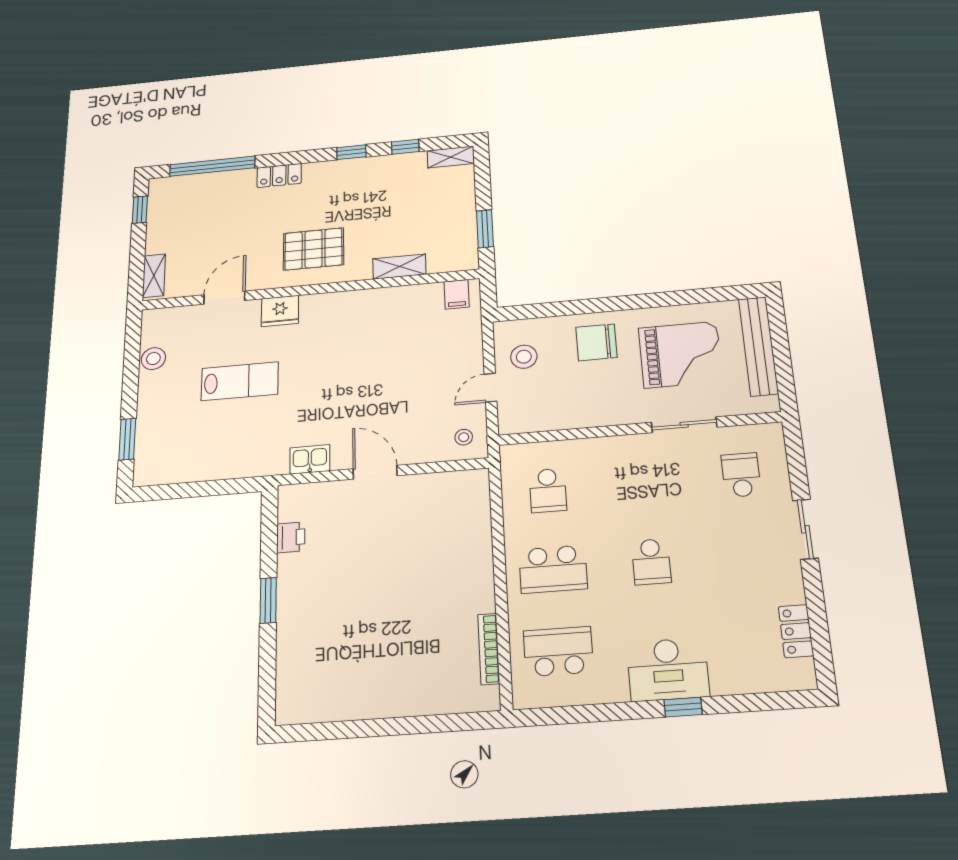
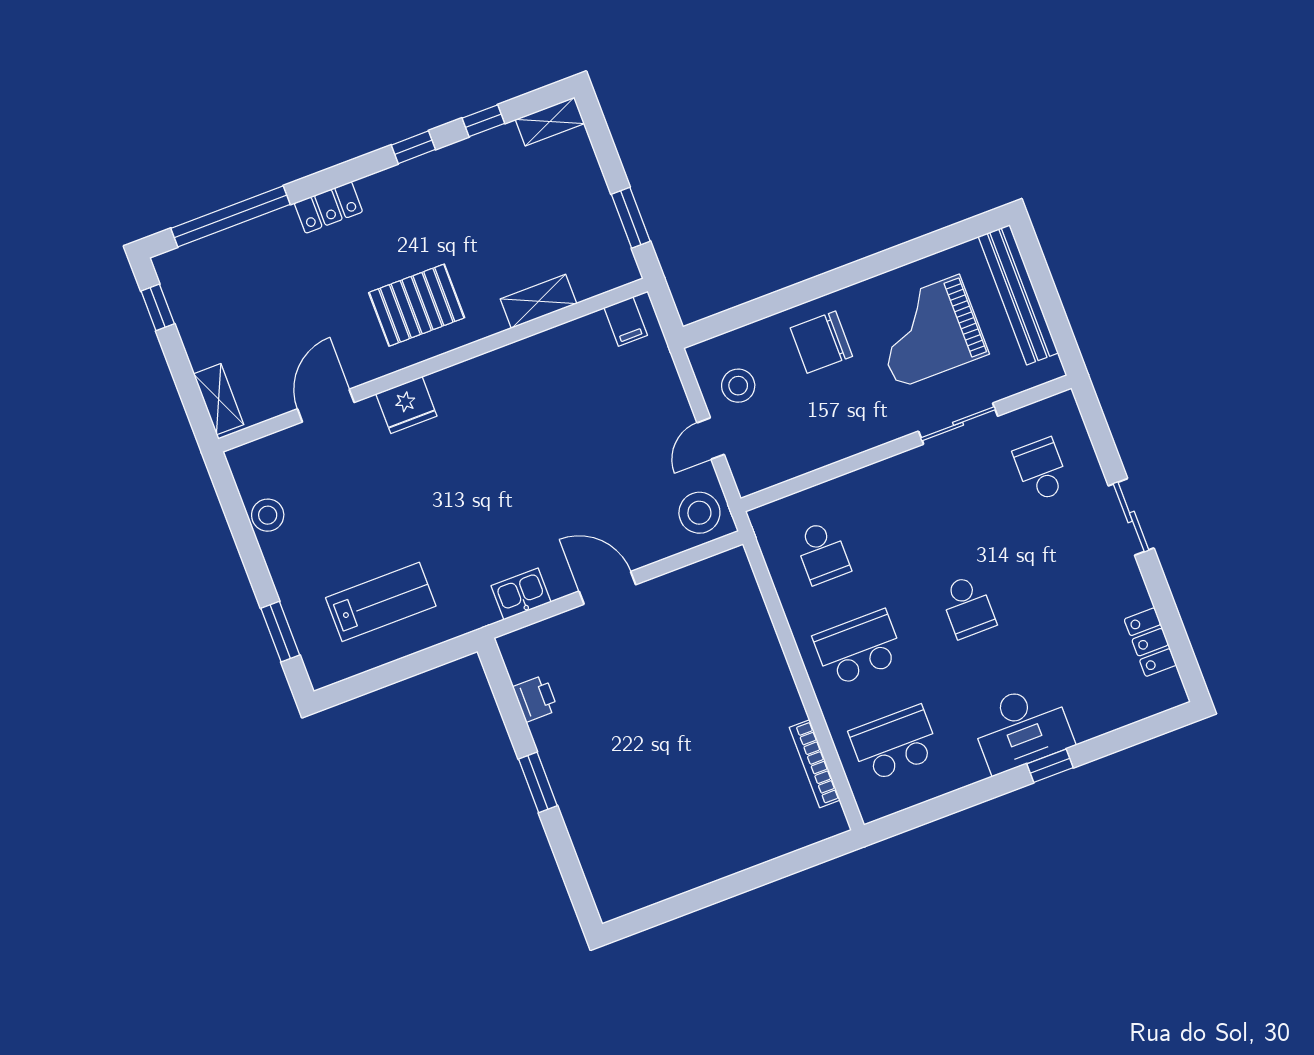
grand piano: (681, 355) -> (928, 331), turned 180
lab bench: (240, 381) -> (381, 602), moved
stool: (464, 437) -> (699, 513), width x1.89, depth x1.89
school desk: (553, 569) -> (858, 648), turned 180

